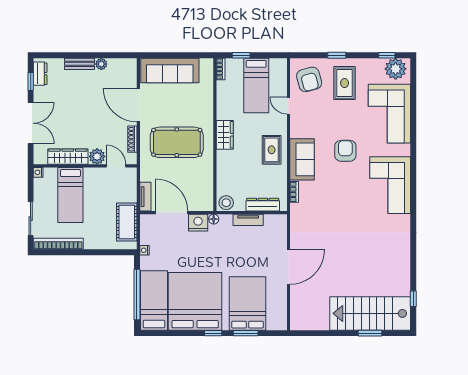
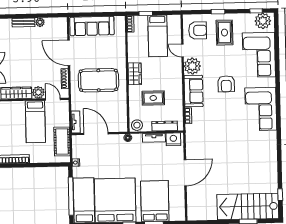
armchair: (309, 79) -> (198, 30), turned -75
plant: (301, 126) -> (192, 66), added
rug: (272, 150) -> (153, 98), moved, turned 90
armchair: (345, 151) -> (226, 84), turned 180
bed: (70, 195) -> (35, 122), moved
nightstand: (198, 223) -> (173, 139), moved

